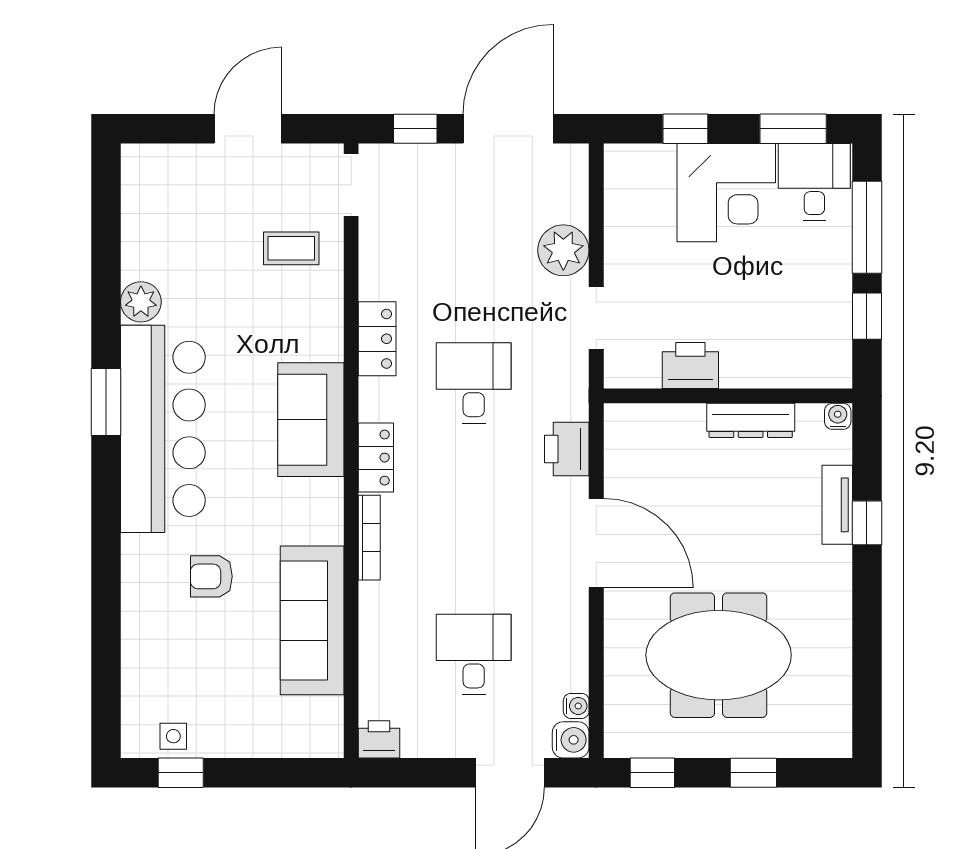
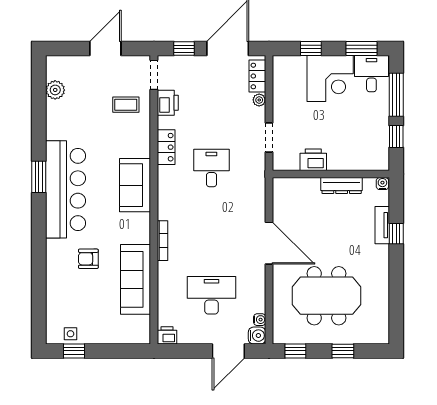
plant: (563, 250) -> (259, 100), width x0.53, depth x0.53
plant: (141, 302) -> (55, 90), moved
printer: (567, 449) -> (168, 103), moved, turned 180
locker: (376, 458) -> (257, 76), moved, turned 180
desk: (474, 654) -> (211, 295), width x1.37

